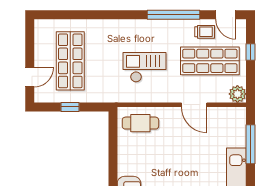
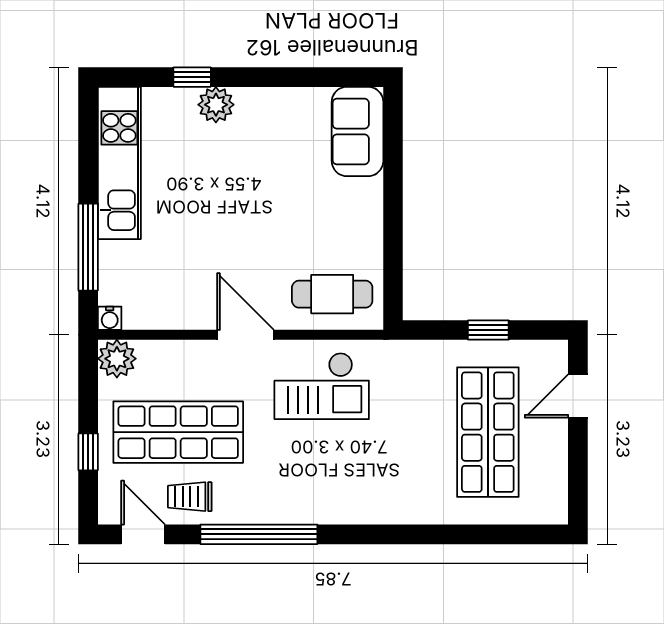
checkout: (145, 67) -> (322, 386), moved
door: (194, 105) -> (245, 335), moved
water cooler: (241, 112) -> (110, 318), added

